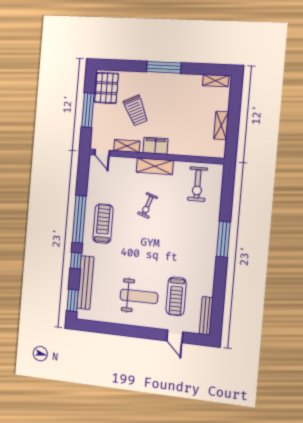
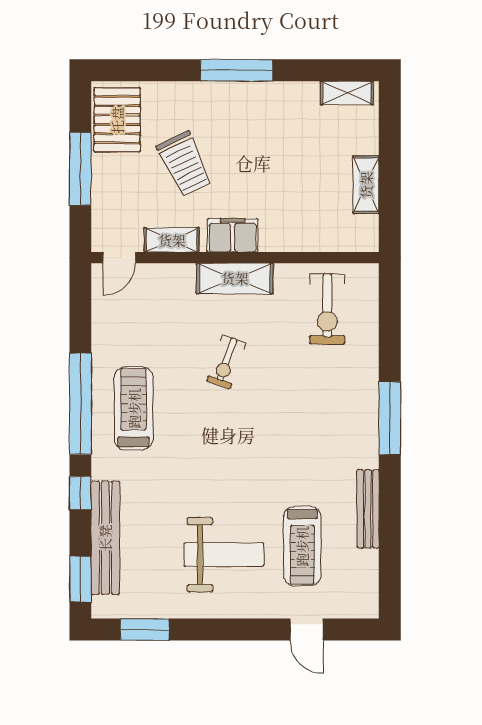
door: (102, 153) -> (119, 258), hinge flipped
bench: (206, 316) -> (368, 509), moved
window: (100, 327) -> (145, 629), added

